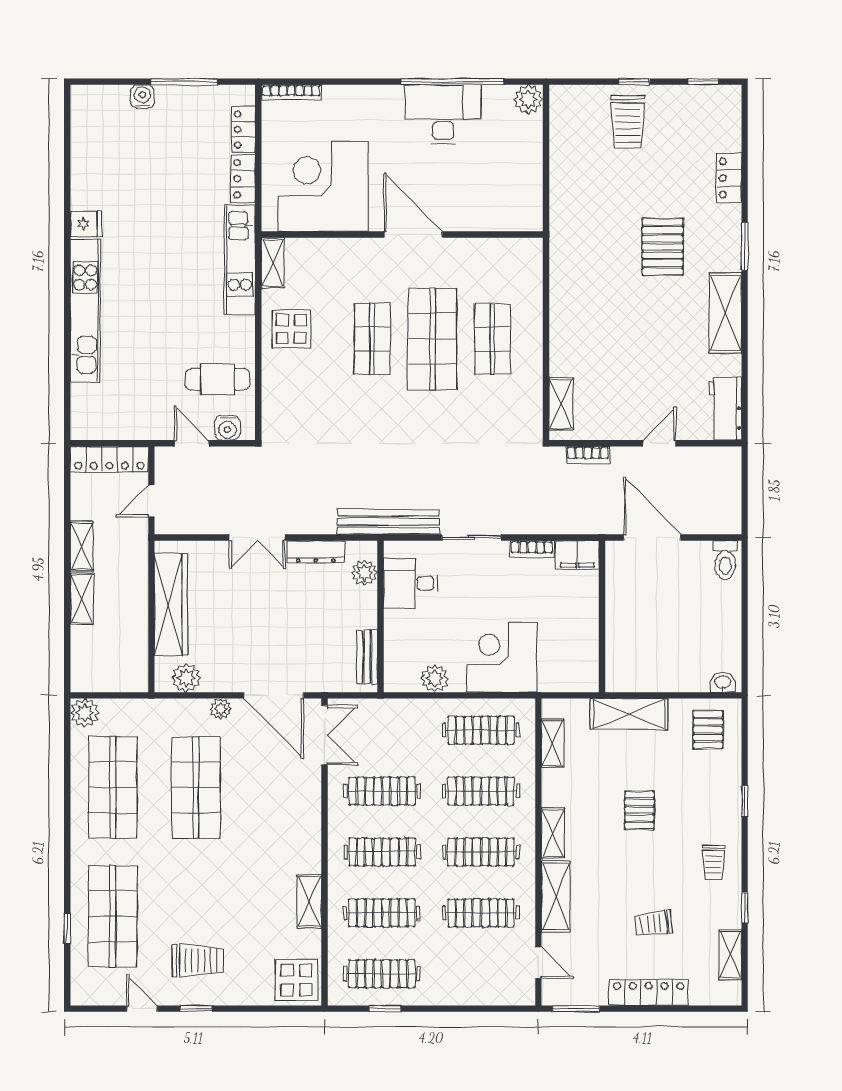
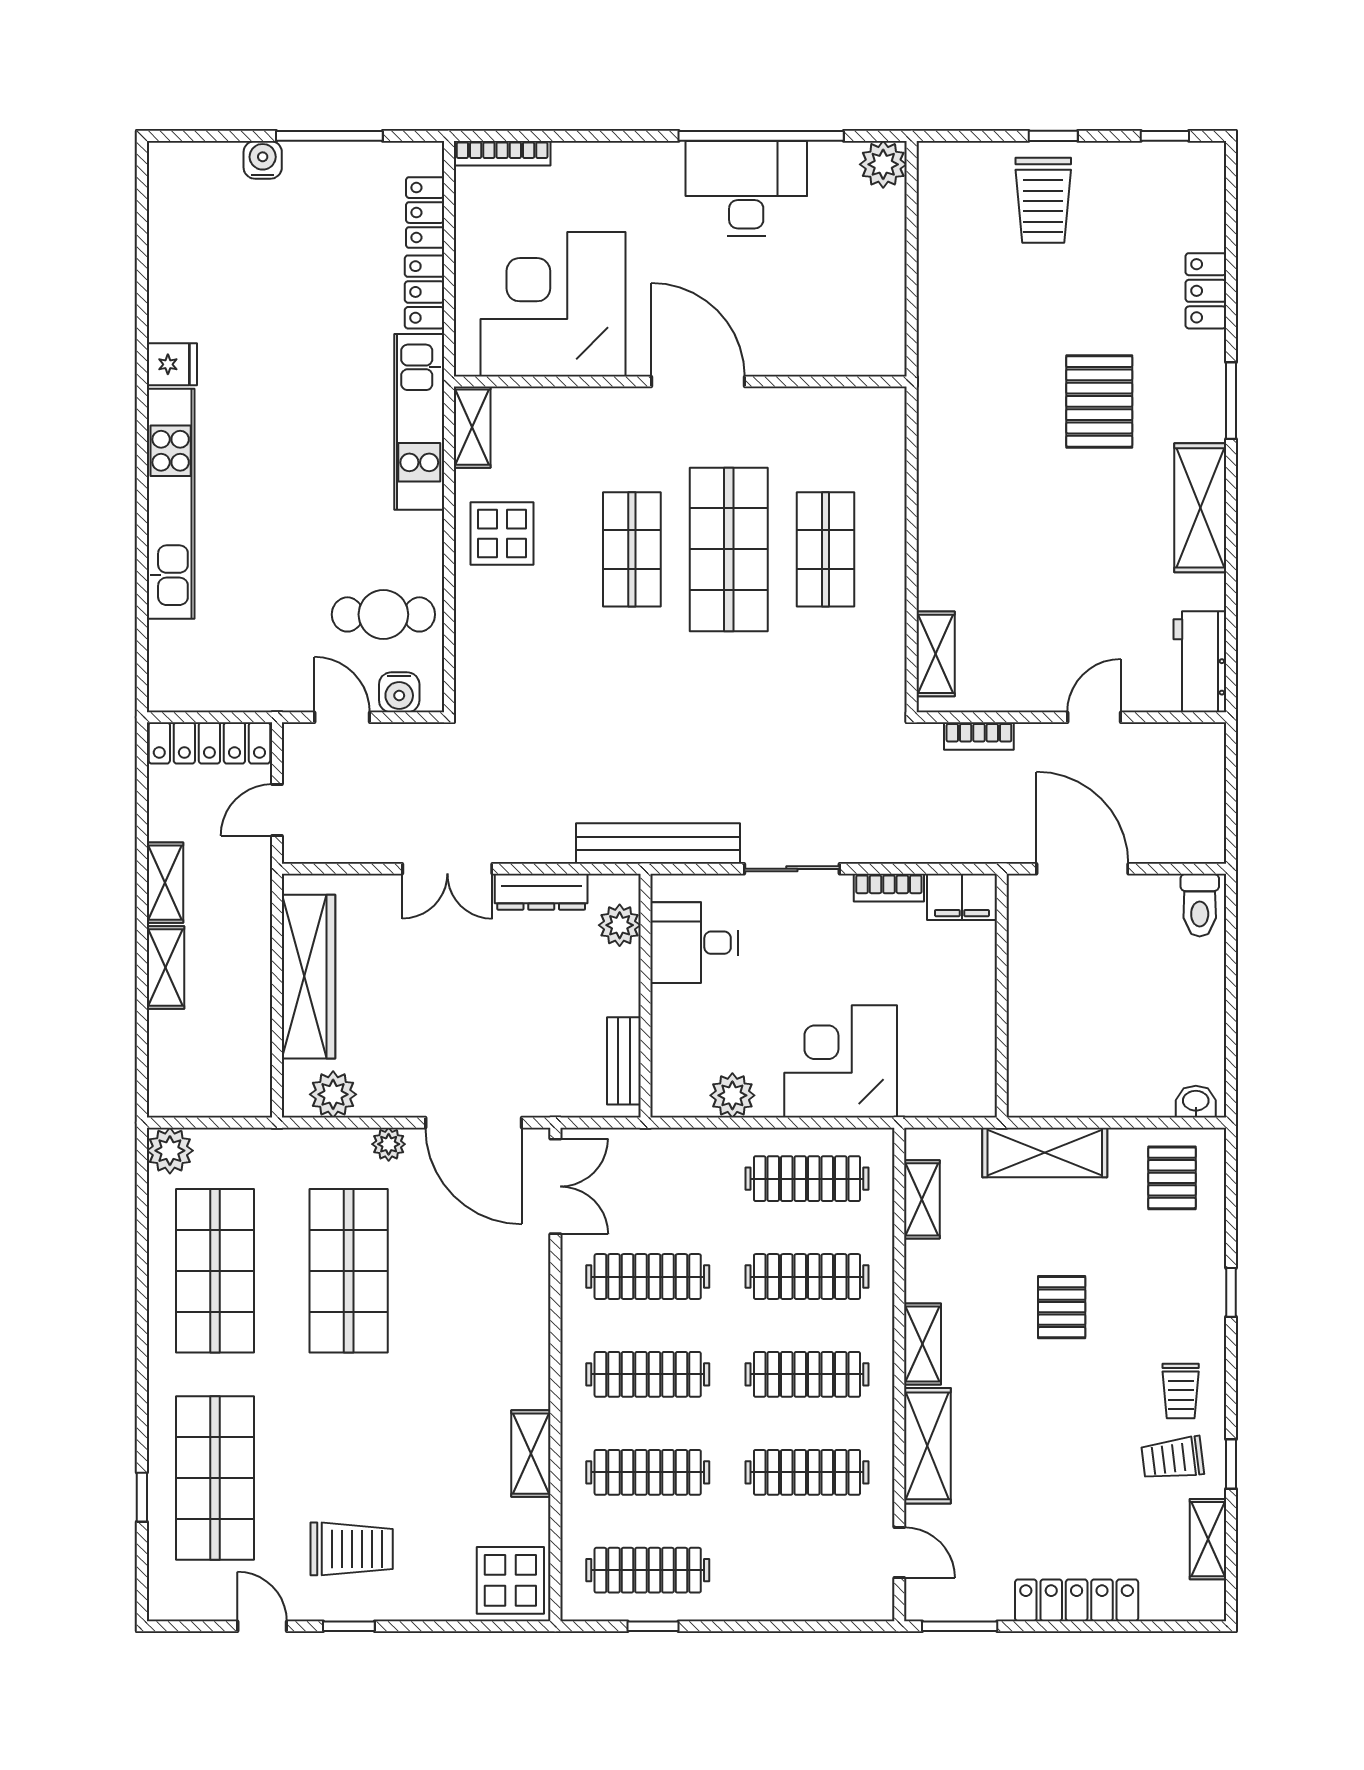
trolley: (653, 923) -> (1173, 1458), moved

